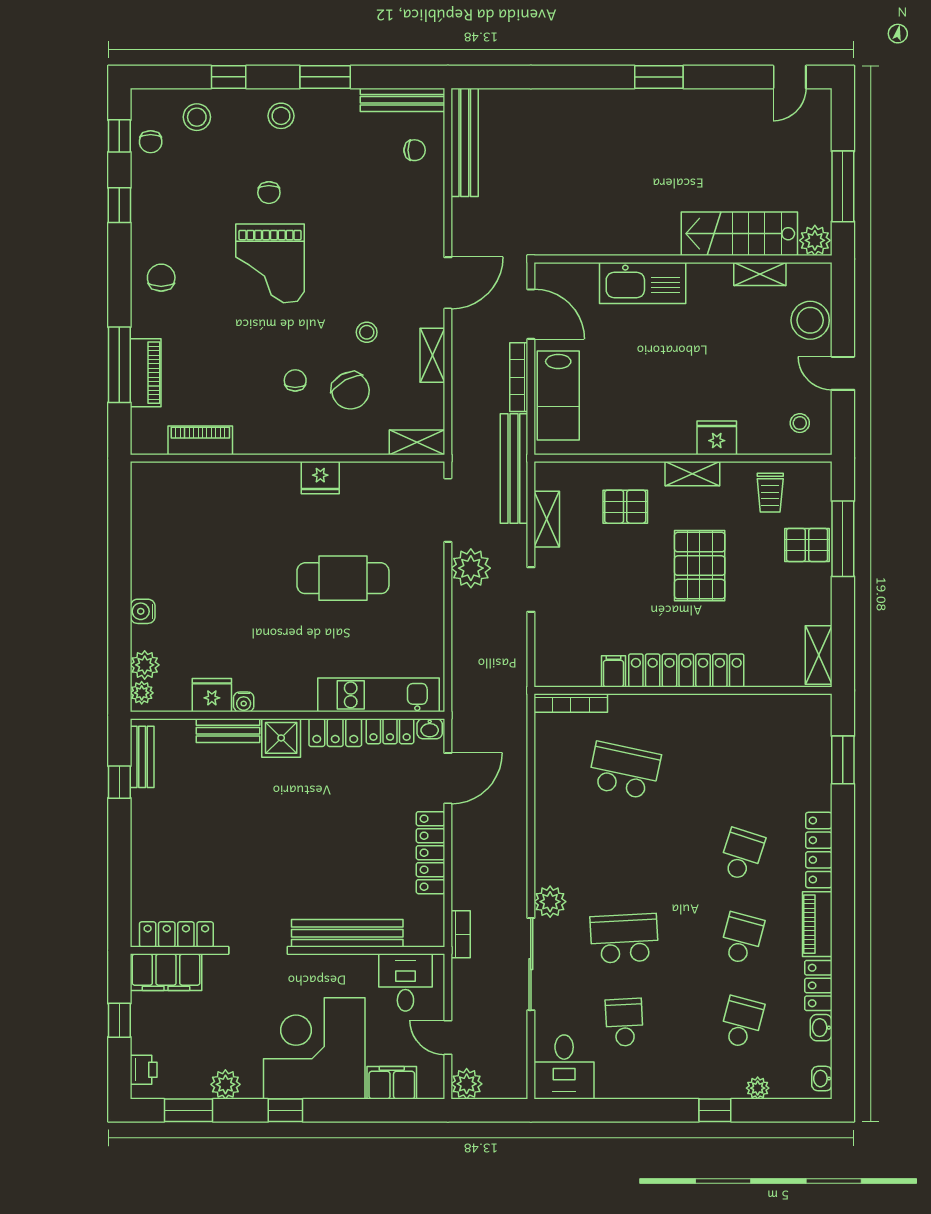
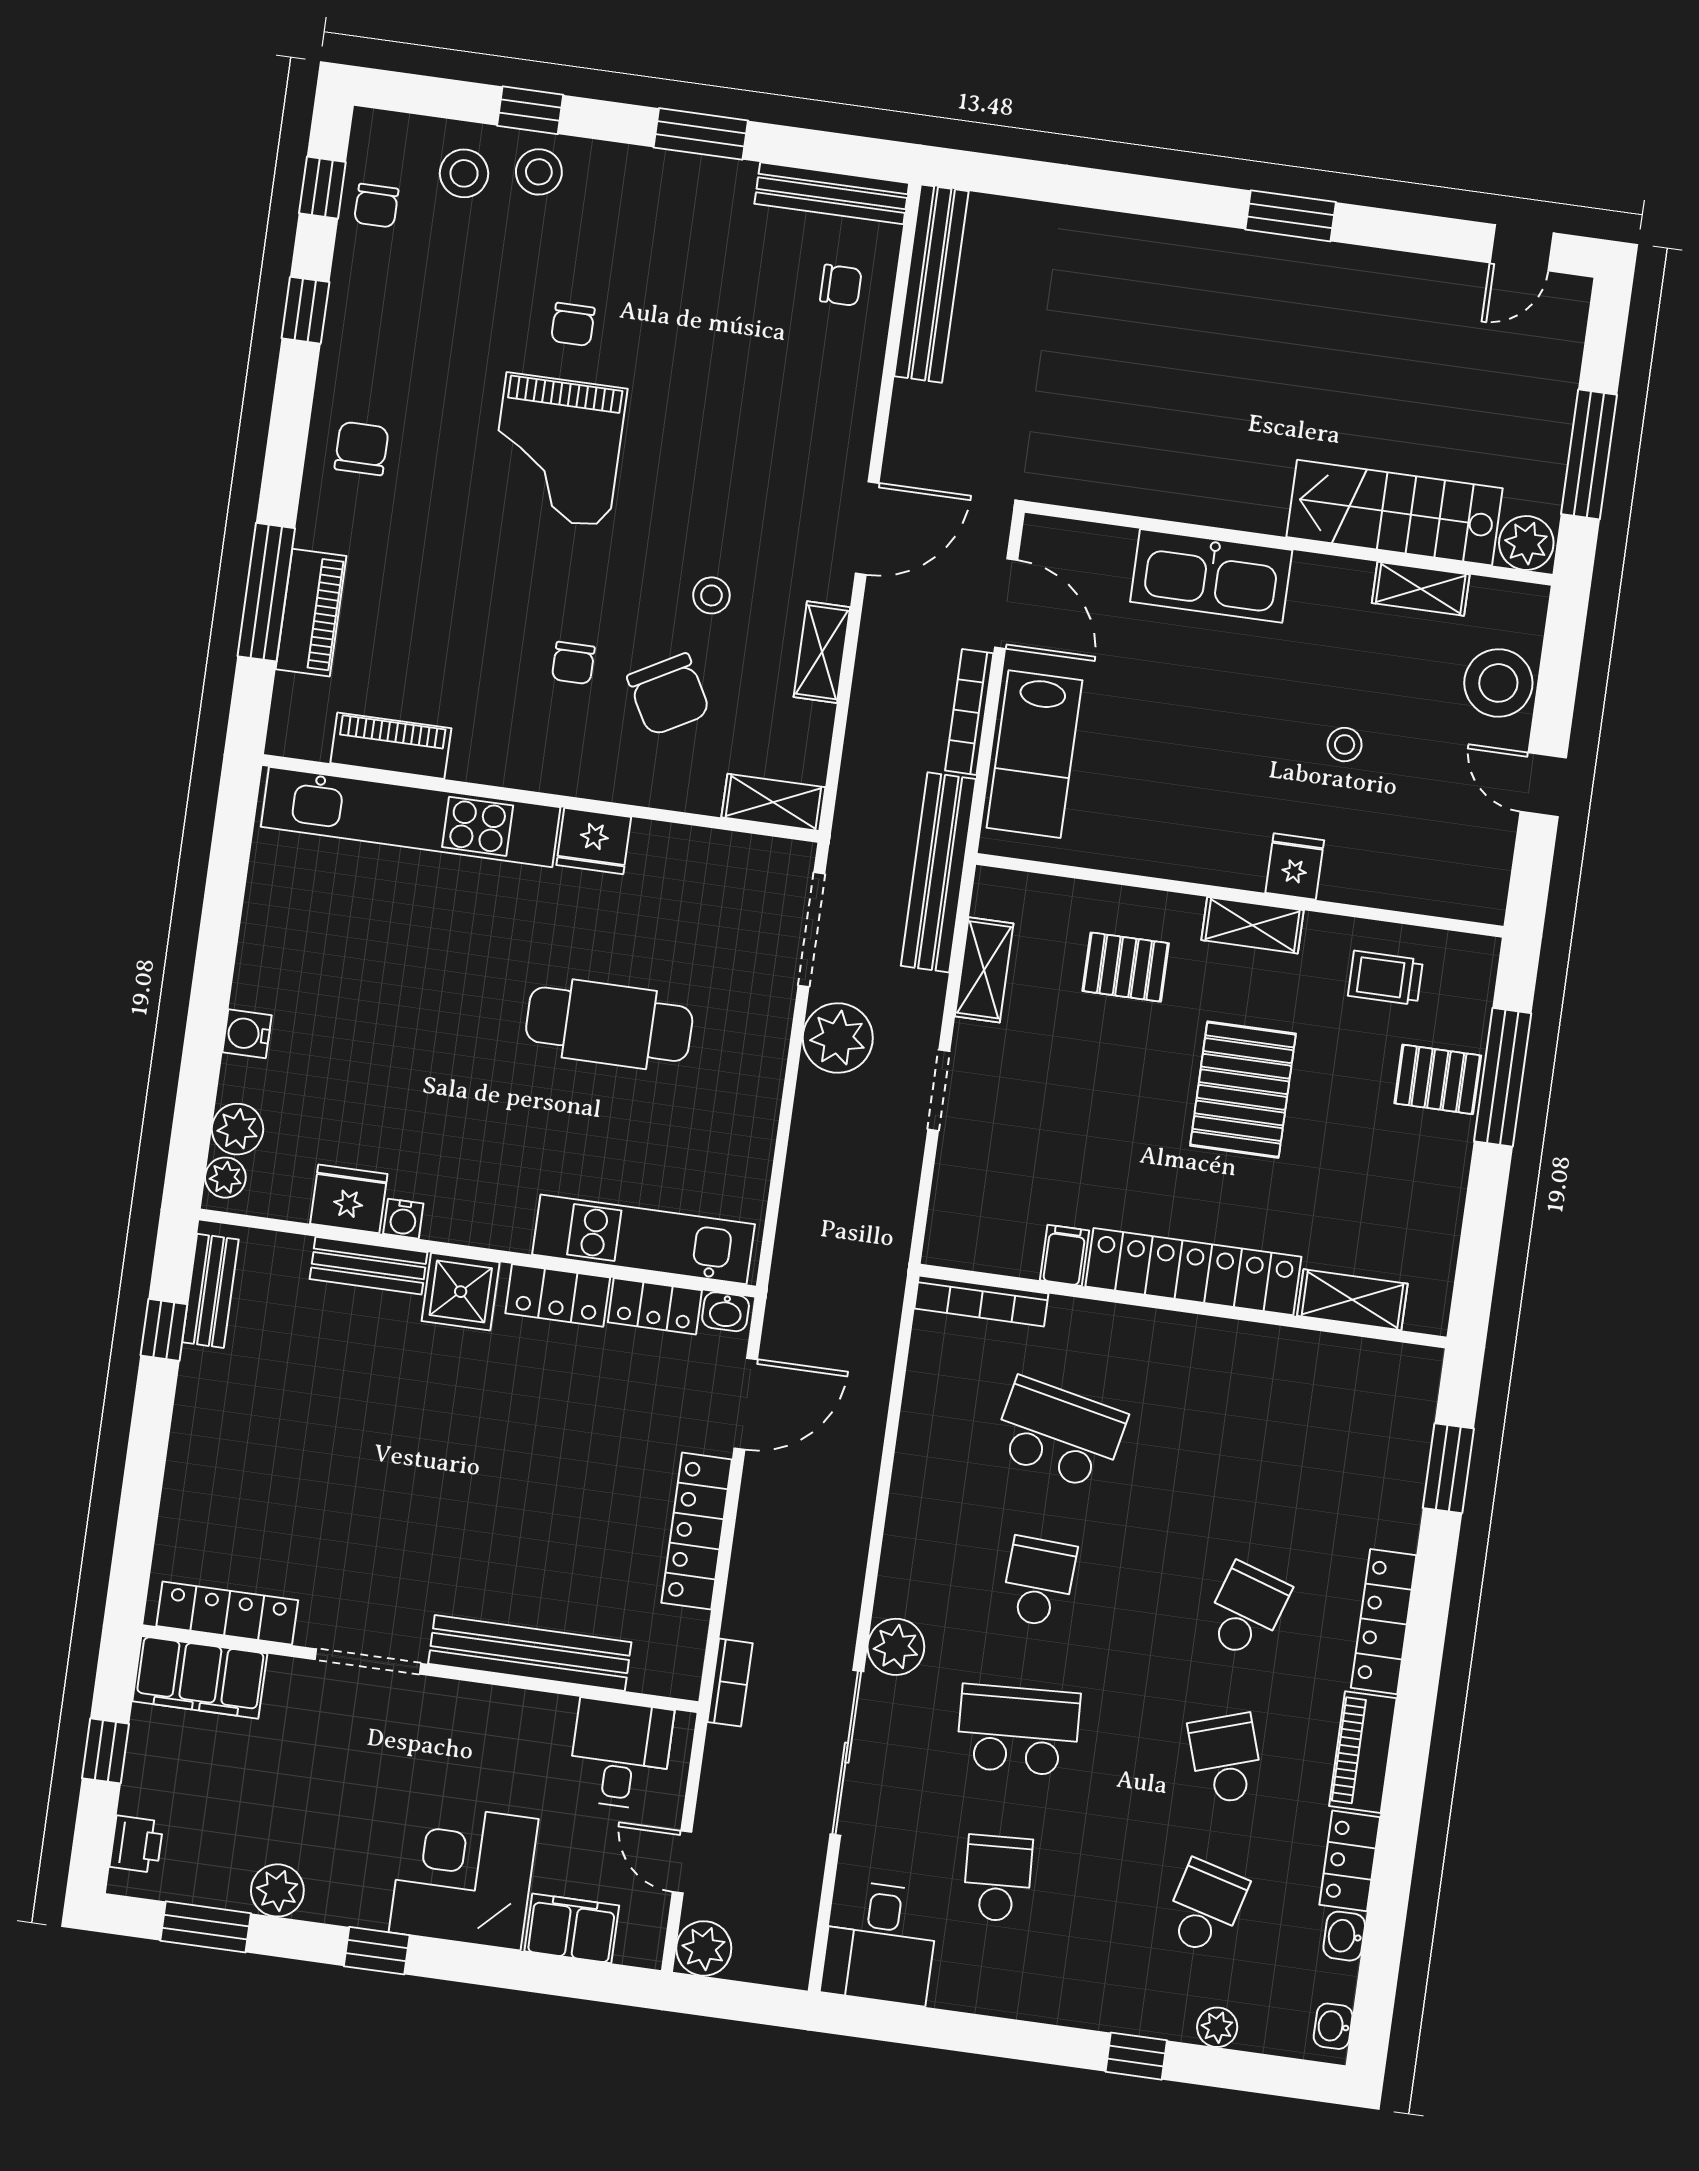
stool: (281, 116) -> (539, 172), moved
chair: (295, 380) -> (573, 663), turned 180
stool: (800, 423) -> (1345, 745), moved
fridge: (717, 438) -> (1295, 867), width x0.72
kitchen unit: (217, 478) -> (411, 817), added
trolley: (770, 493) -> (1385, 978), turned 90
shelving: (819, 655) -> (1352, 1300), moved, turned 90
school desk: (624, 855) -> (1039, 1582), added
school desk: (742, 938) -> (1226, 1759), turned -33
corner desk: (314, 1048) -> (464, 1876), width x0.74, depth x0.74

